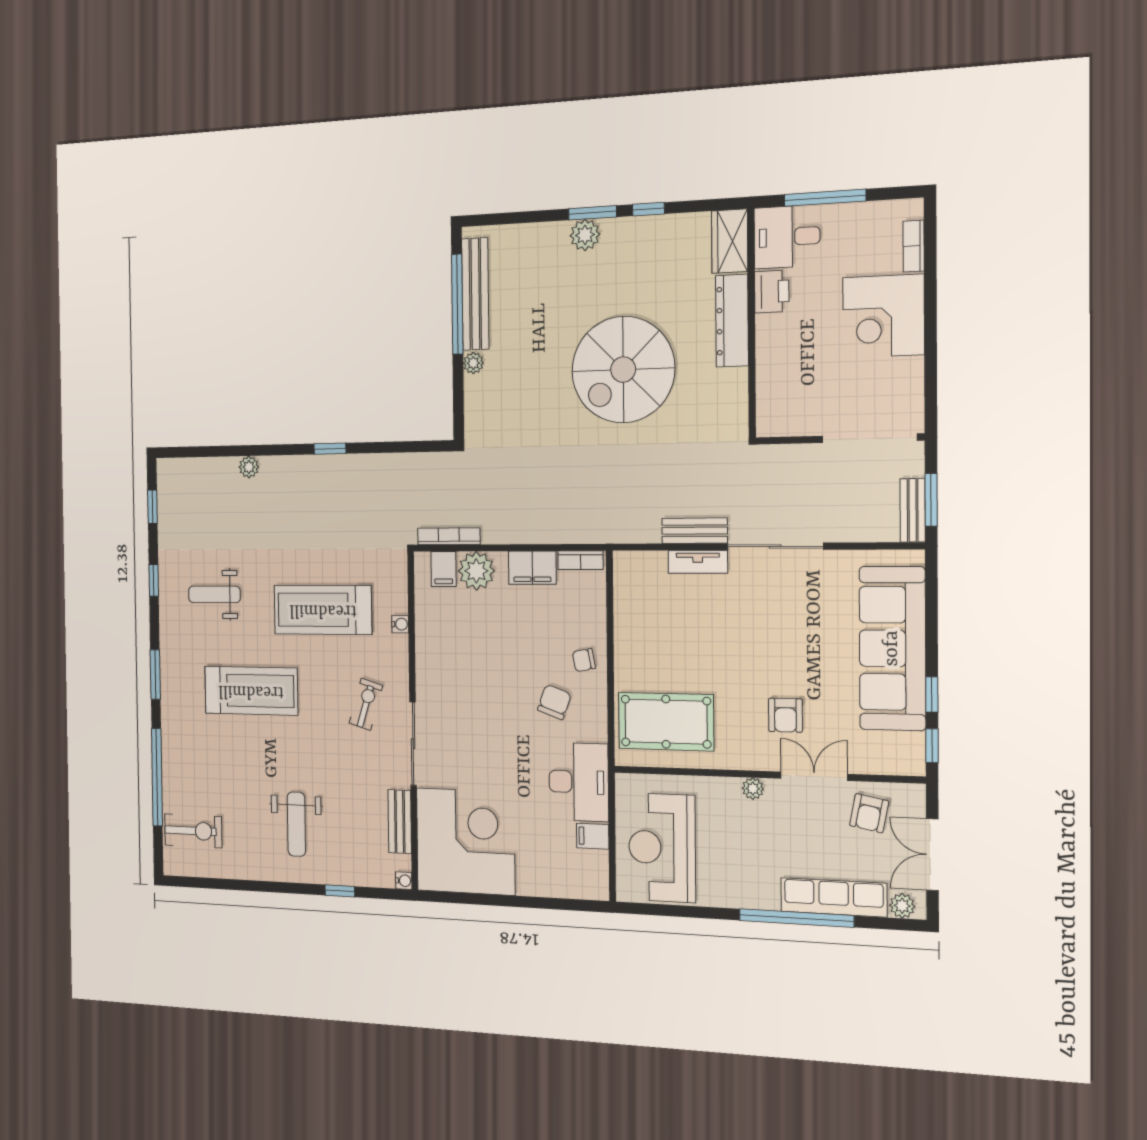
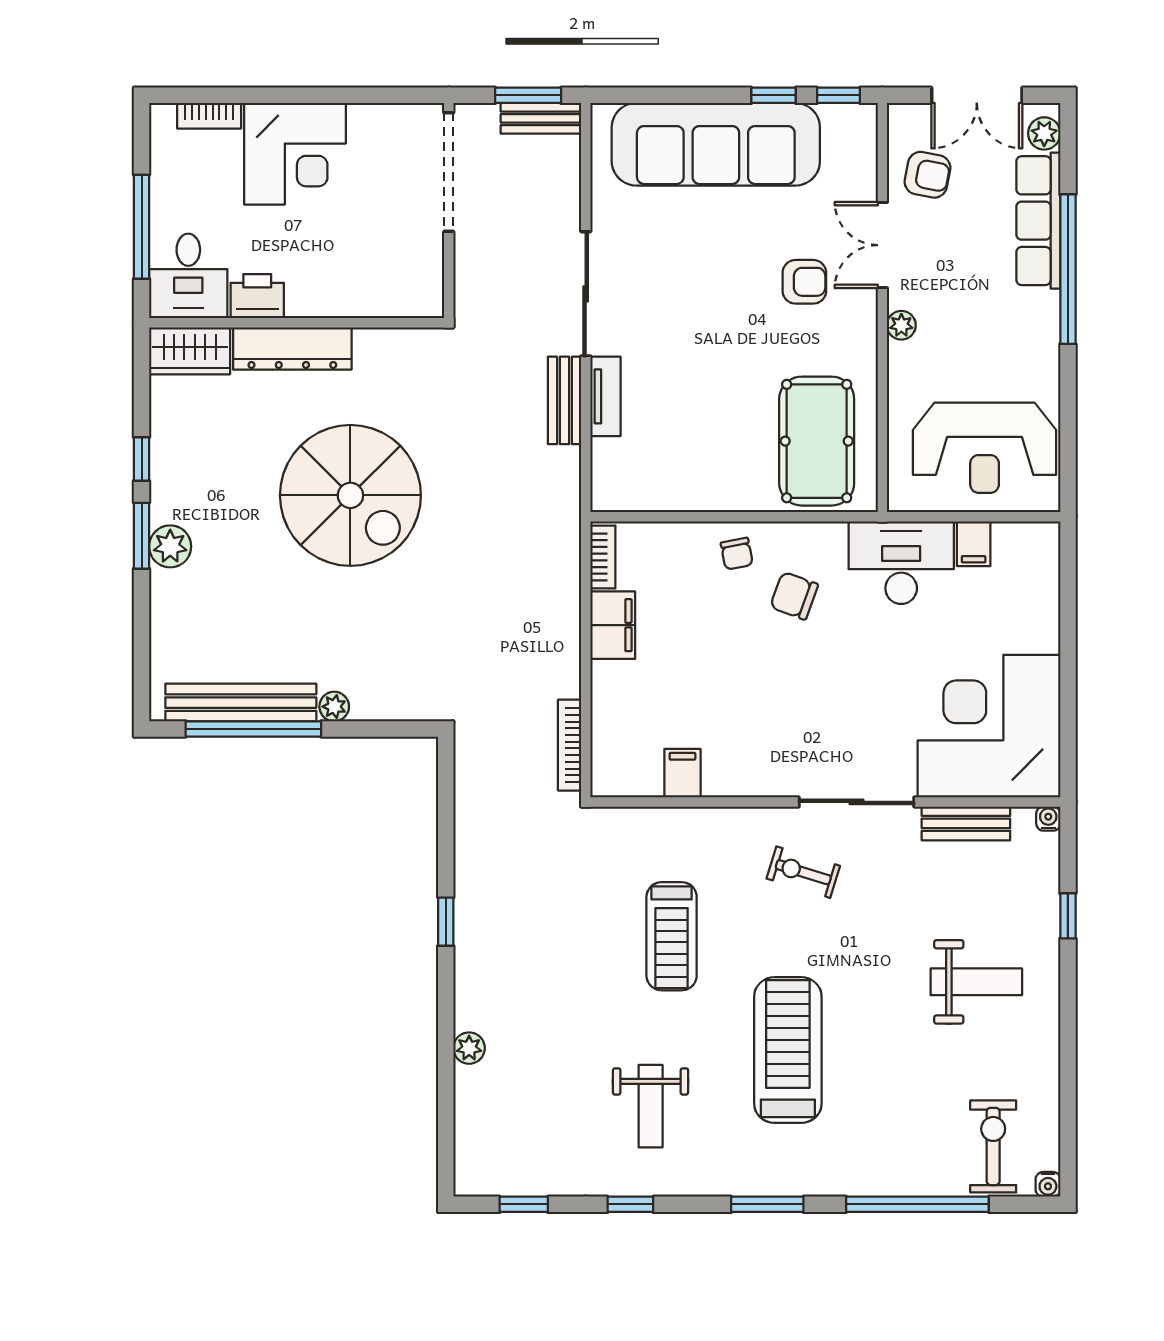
filing cabinet: (444, 569) -> (682, 773), moved, turned -90
plant: (476, 571) -> (617, 706), removed
treadmill: (323, 610) -> (672, 936), width x0.73, depth x0.73
water cooler: (400, 624) -> (1048, 1184), moved, turned 180

